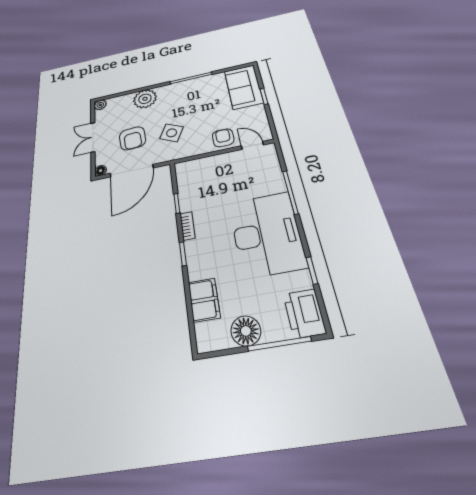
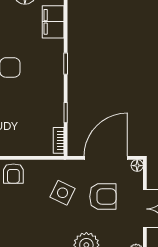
armchair: (132, 138) -> (103, 197), turned 94
bookcase: (187, 226) -> (59, 140), moved

